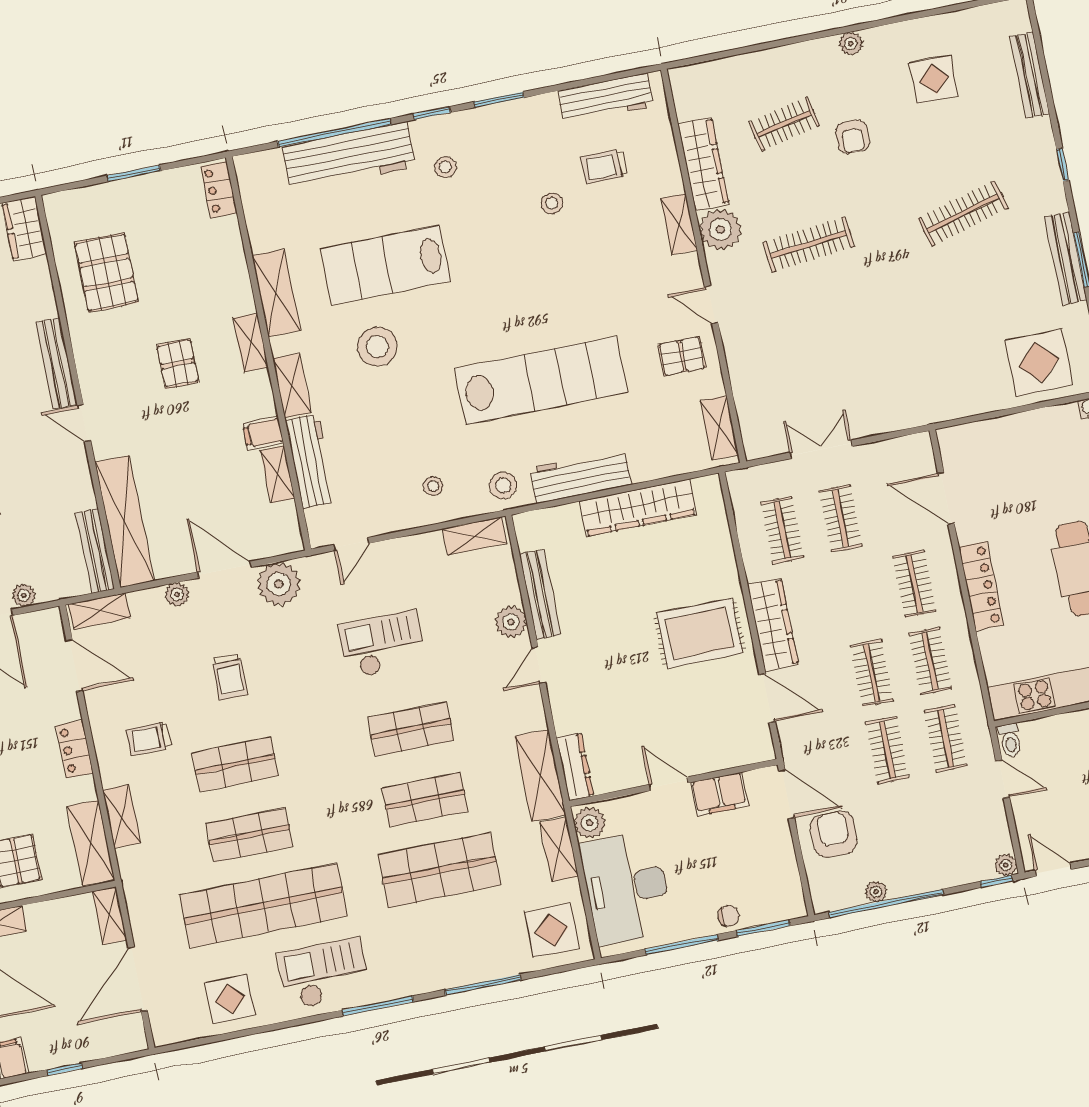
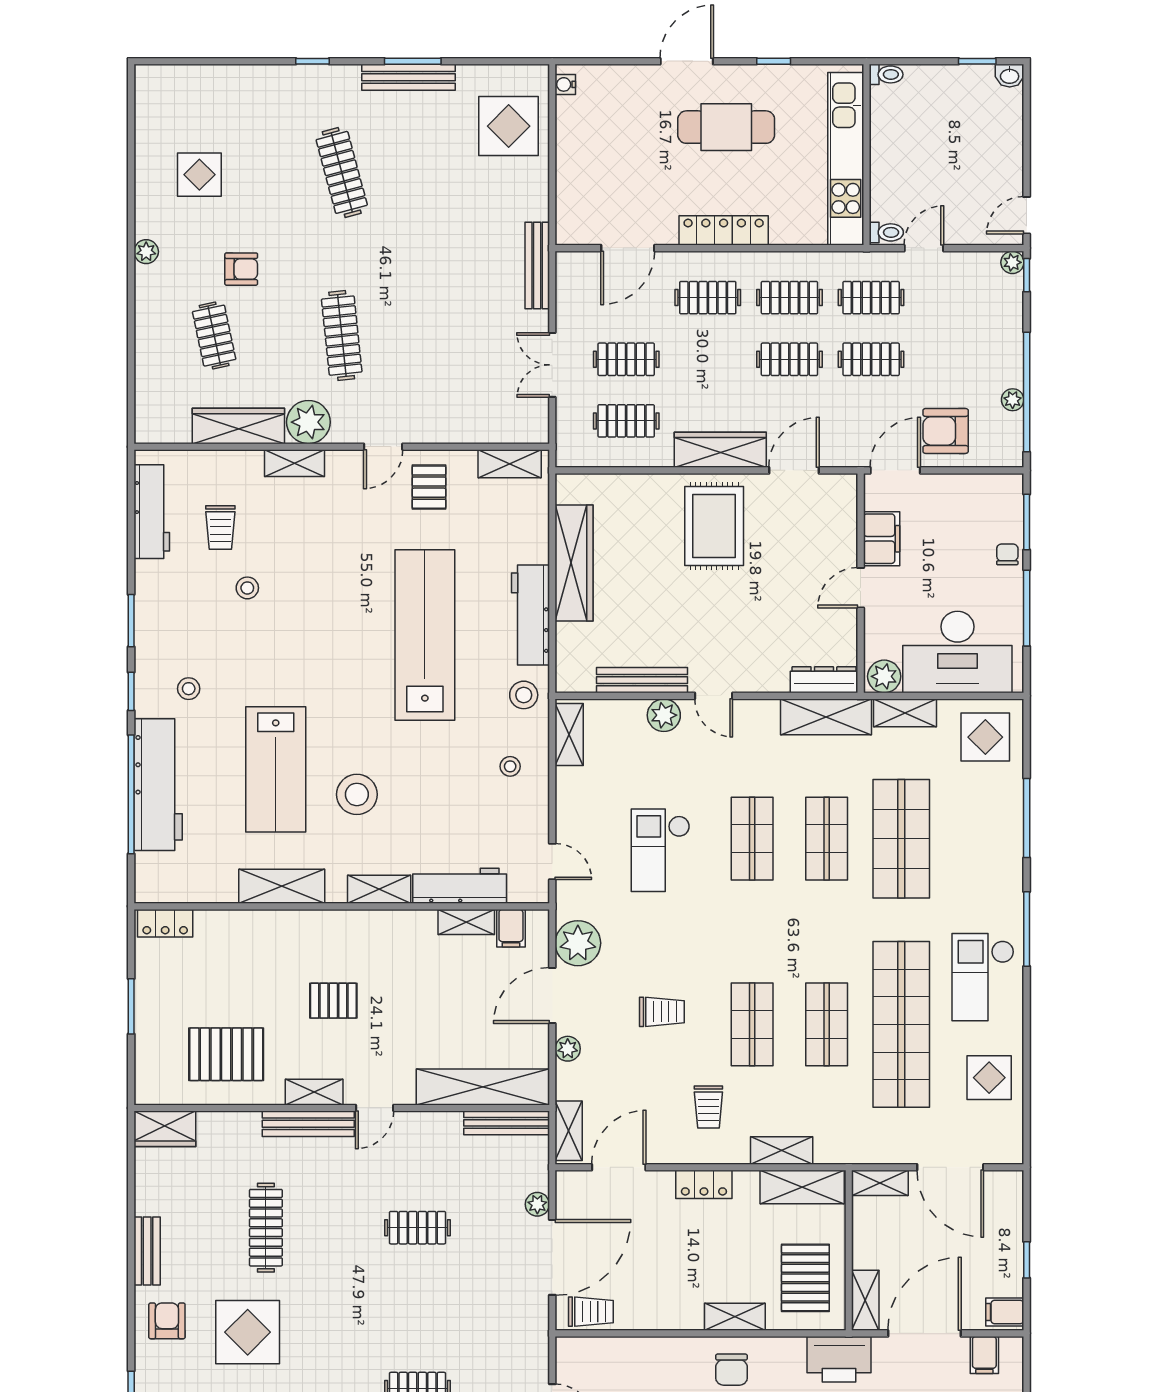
bench: (1030, 75) -> (537, 265), moved, turned 90
shelving: (251, 343) -> (314, 1092), moved
filing cabinet: (263, 433) -> (511, 928), moved

